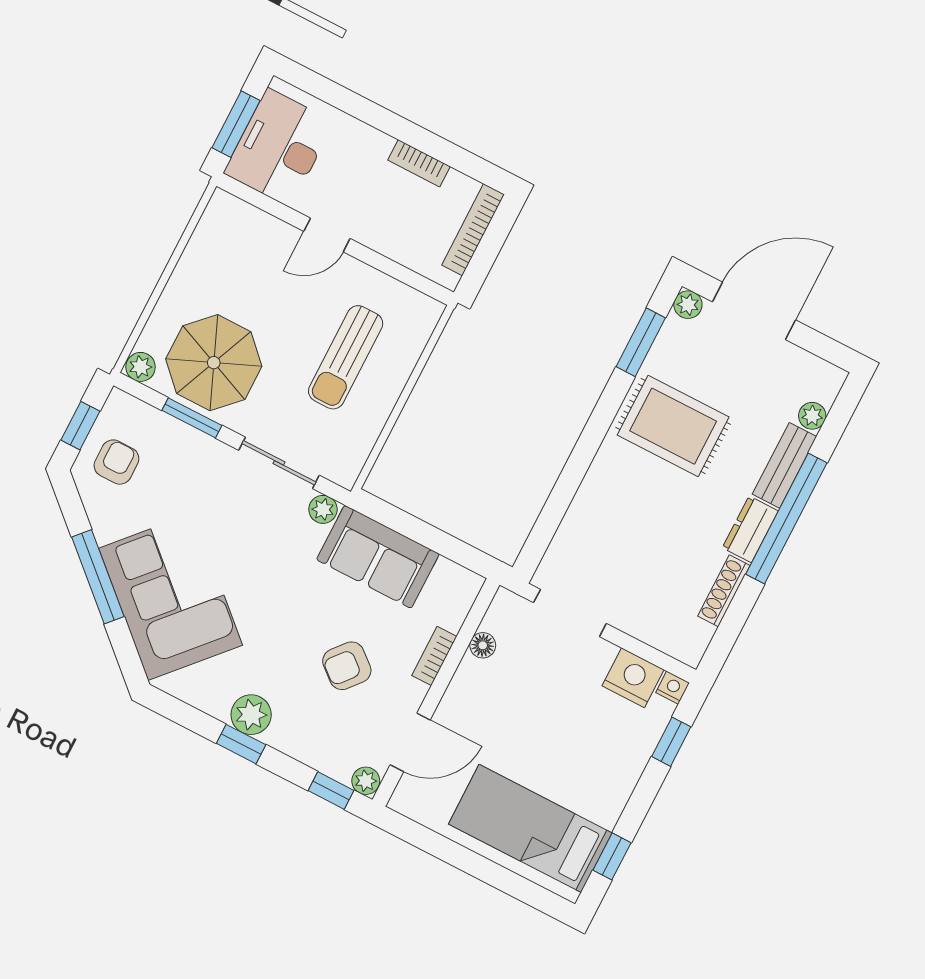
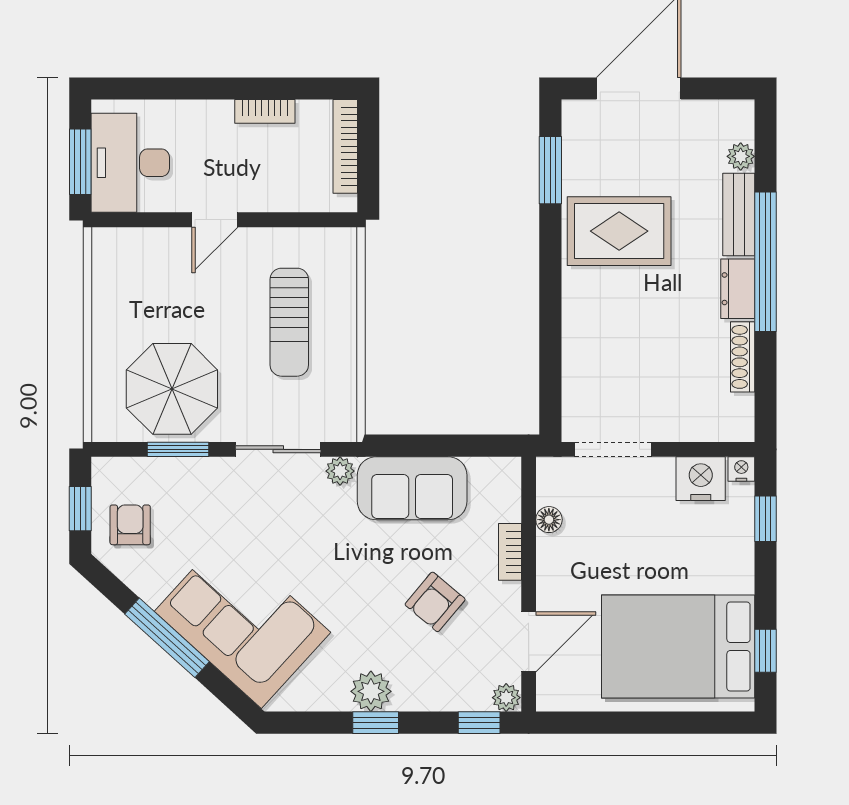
plant: (688, 305) -> (576, 114), removed
plant: (141, 367) -> (107, 427), removed
bed: (530, 828) -> (678, 647), width x1.50

